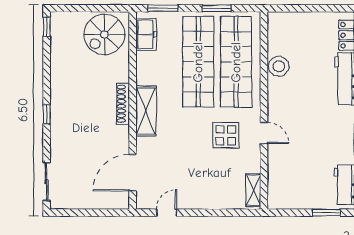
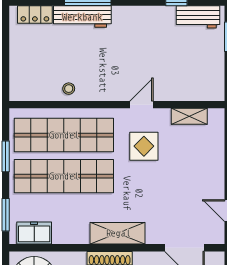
stool: (279, 66) -> (69, 89), width x0.53, depth x0.53
shelving: (253, 190) -> (189, 116), moved

